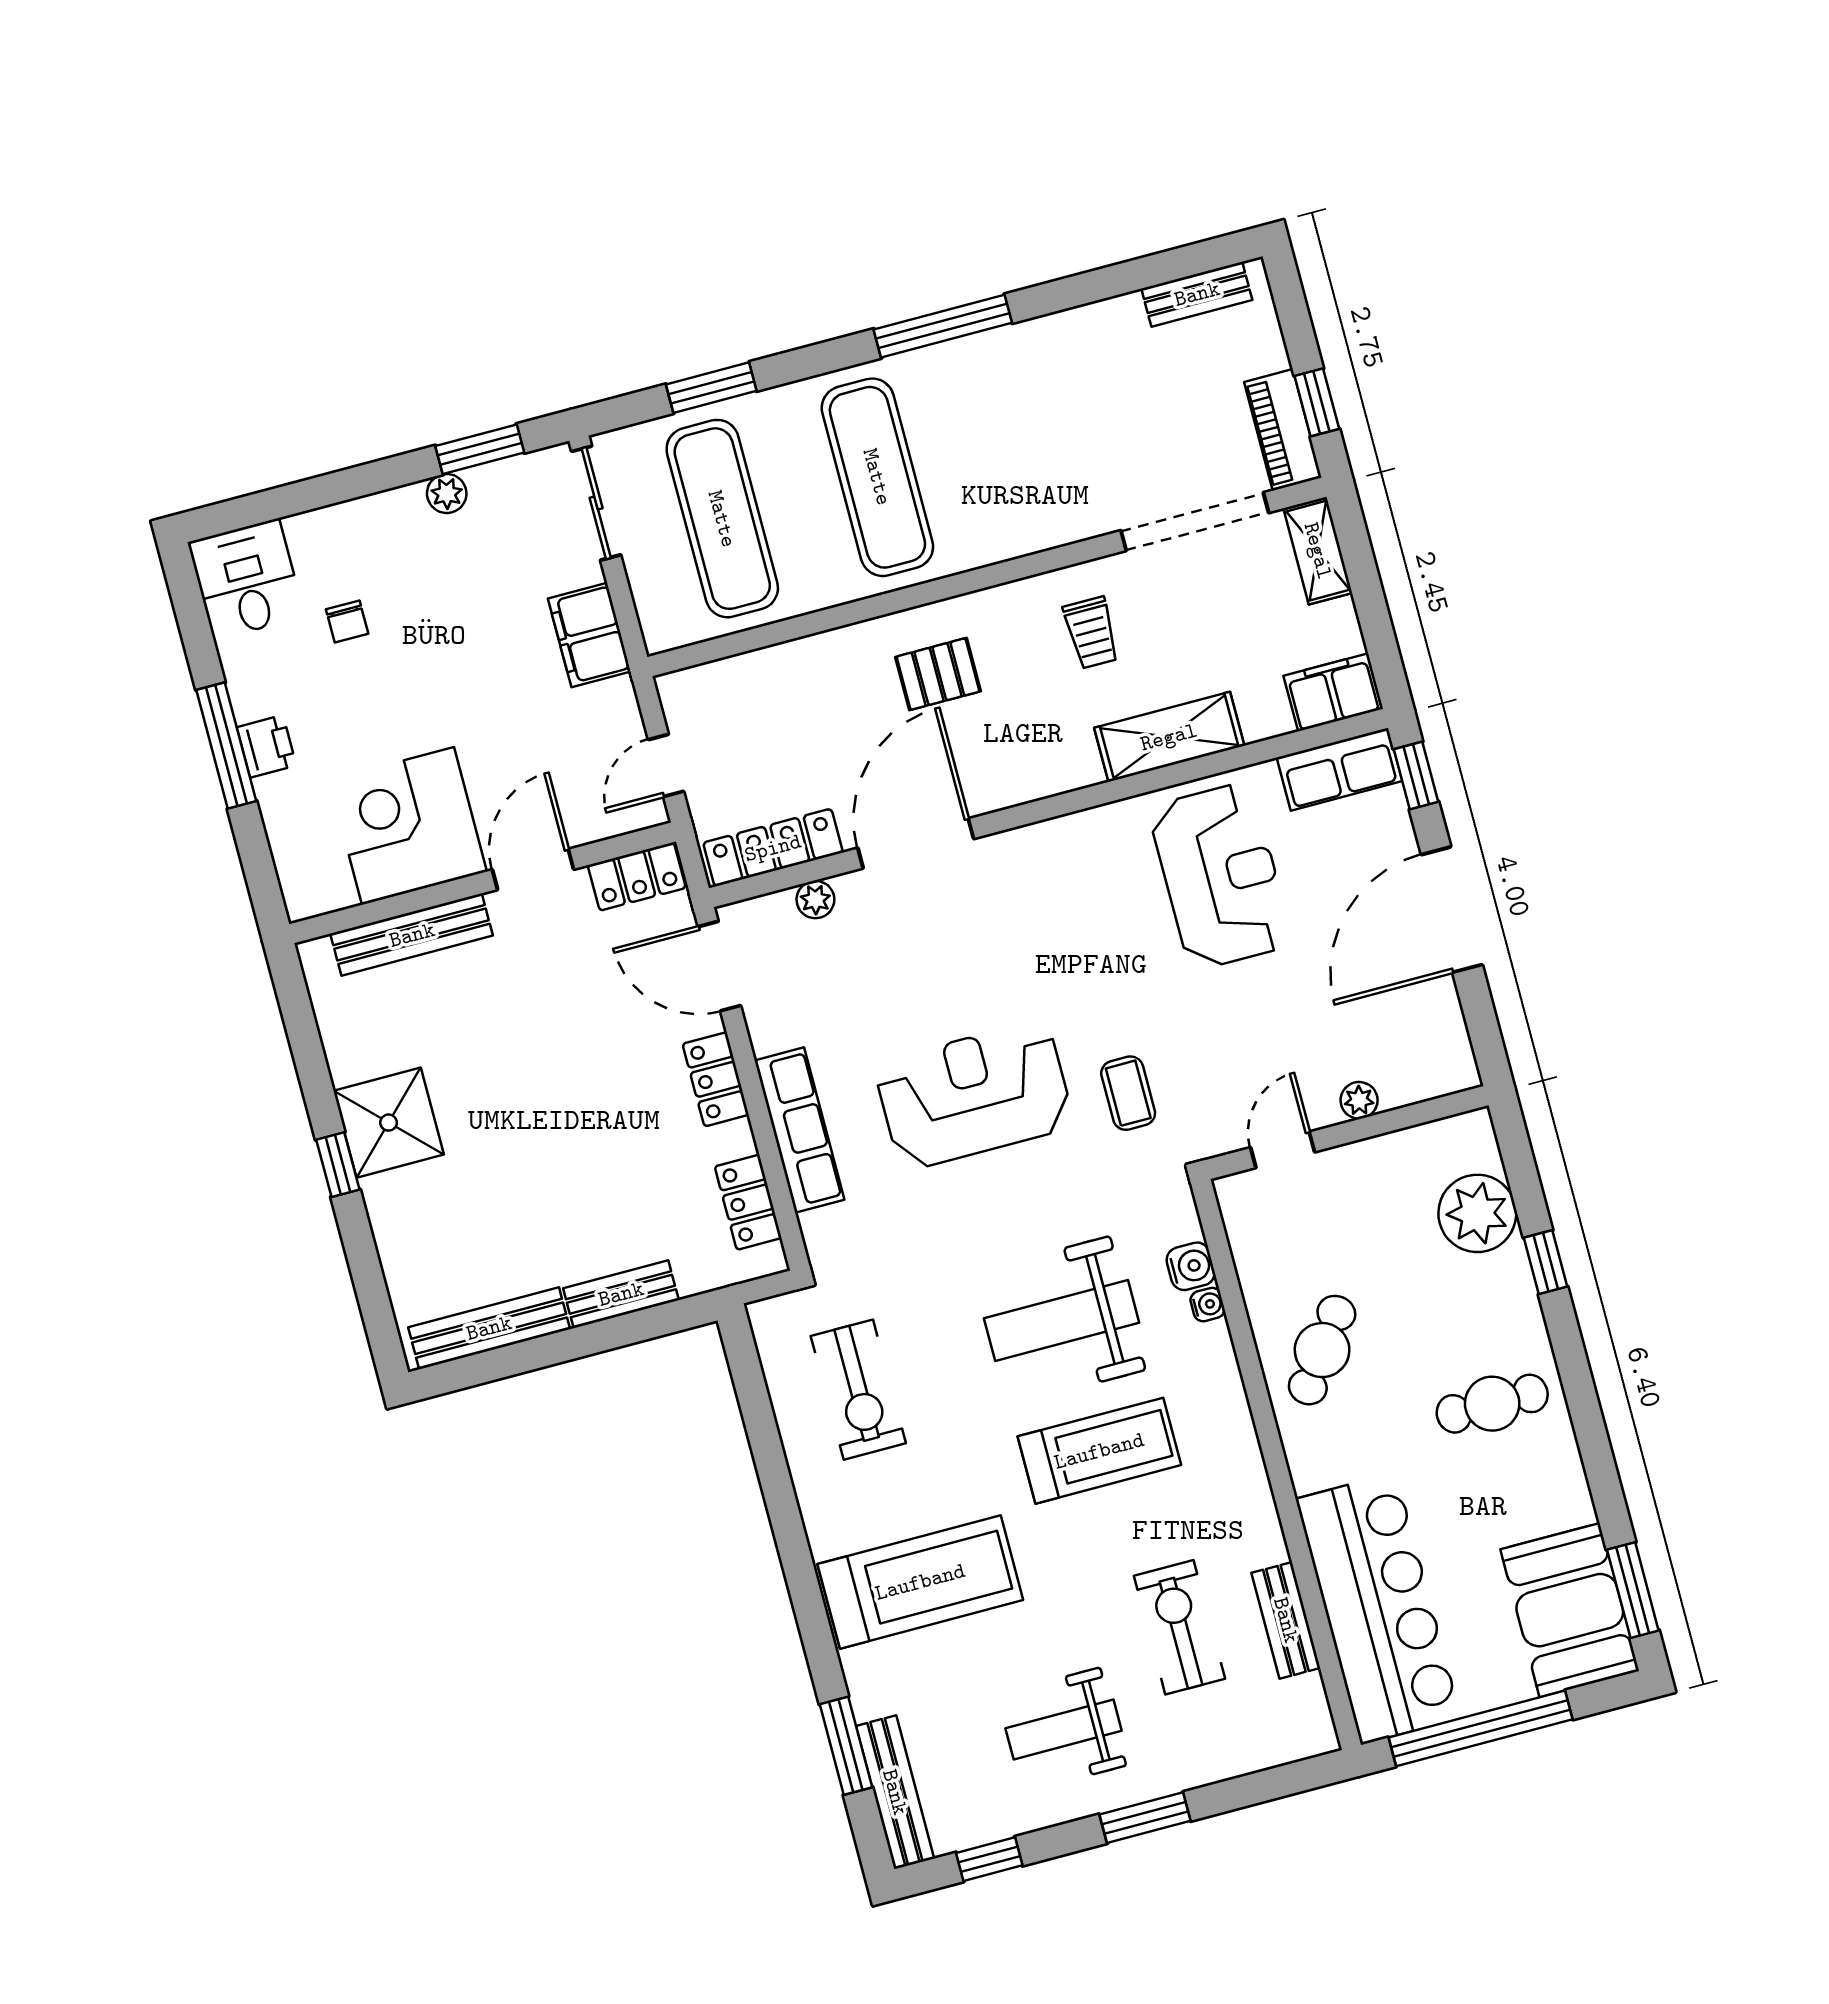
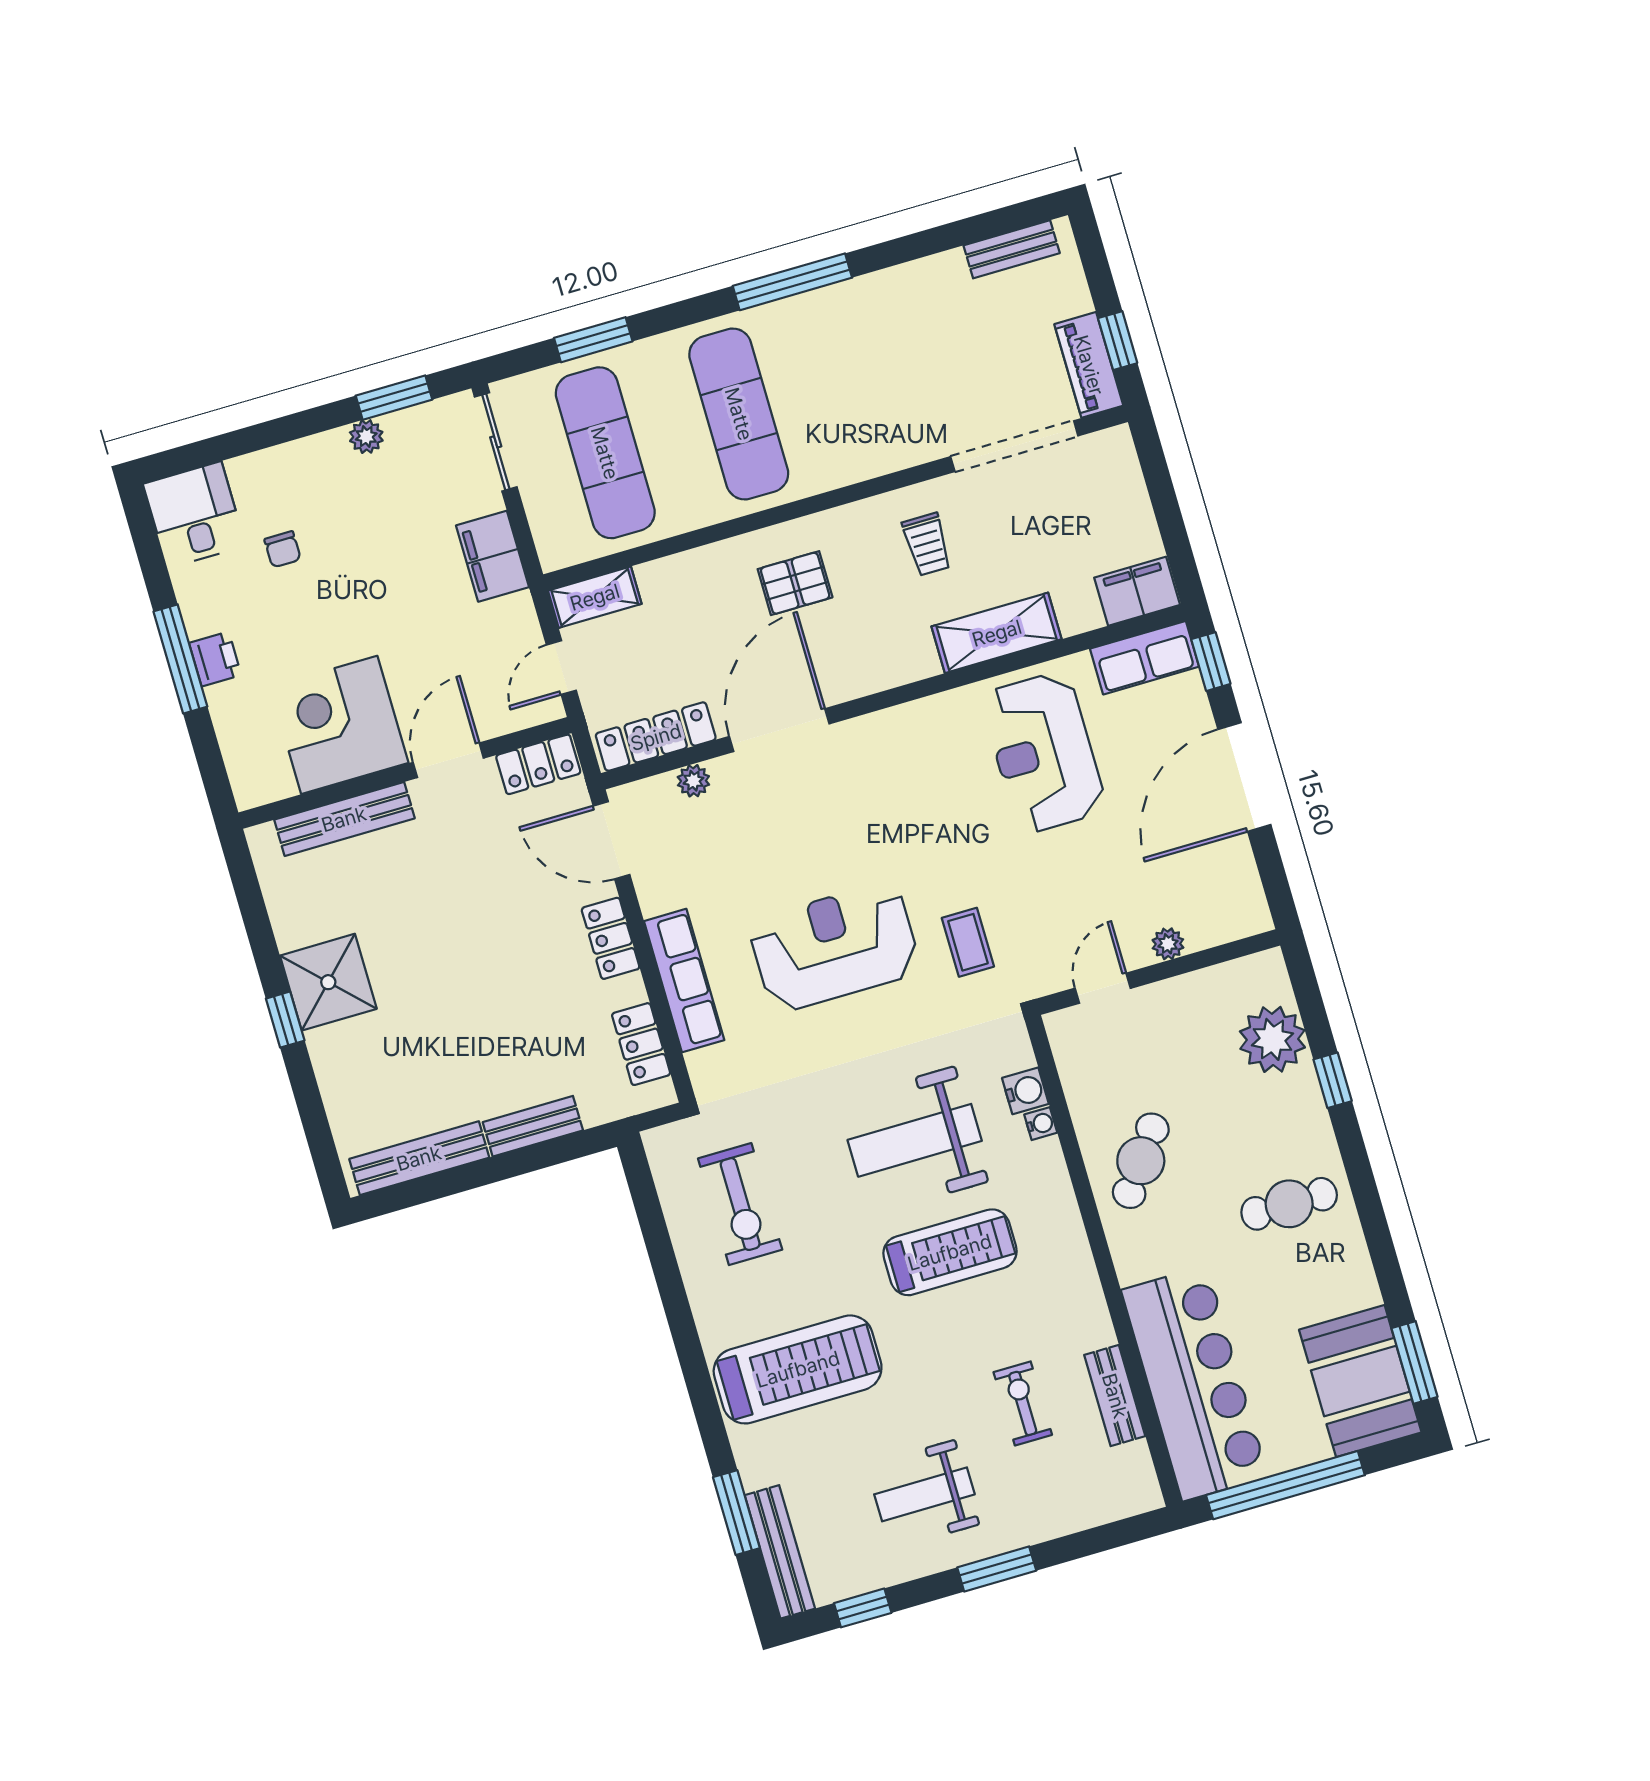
shelving: (1318, 551) -> (595, 597), moved, turned 90
reception desk: (1221, 876) -> (1044, 752), turned 180
exercise bike: (1179, 1627) -> (1023, 1403), width x0.73, depth x0.72

